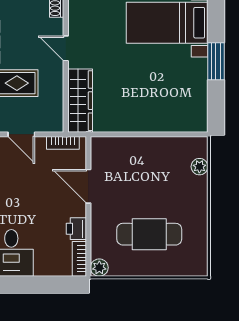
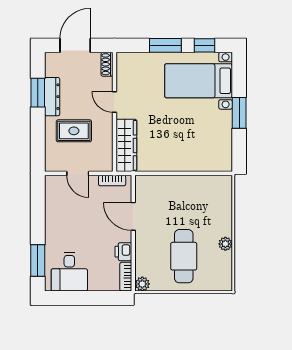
plant: (199, 167) -> (225, 244), moved
cafe table: (149, 234) -> (184, 256), turned 90

